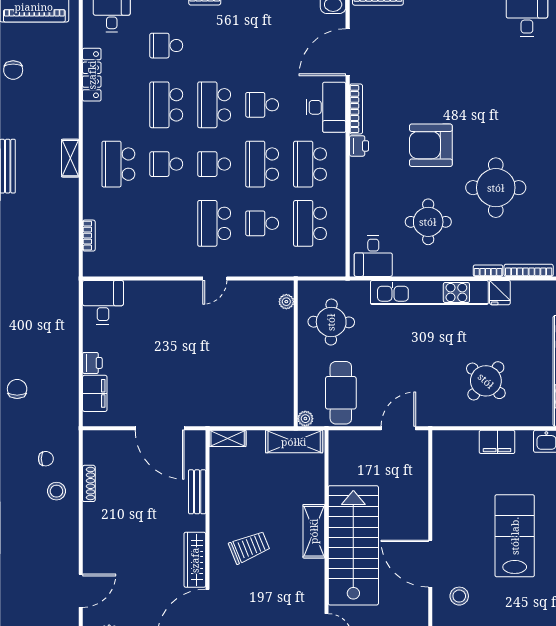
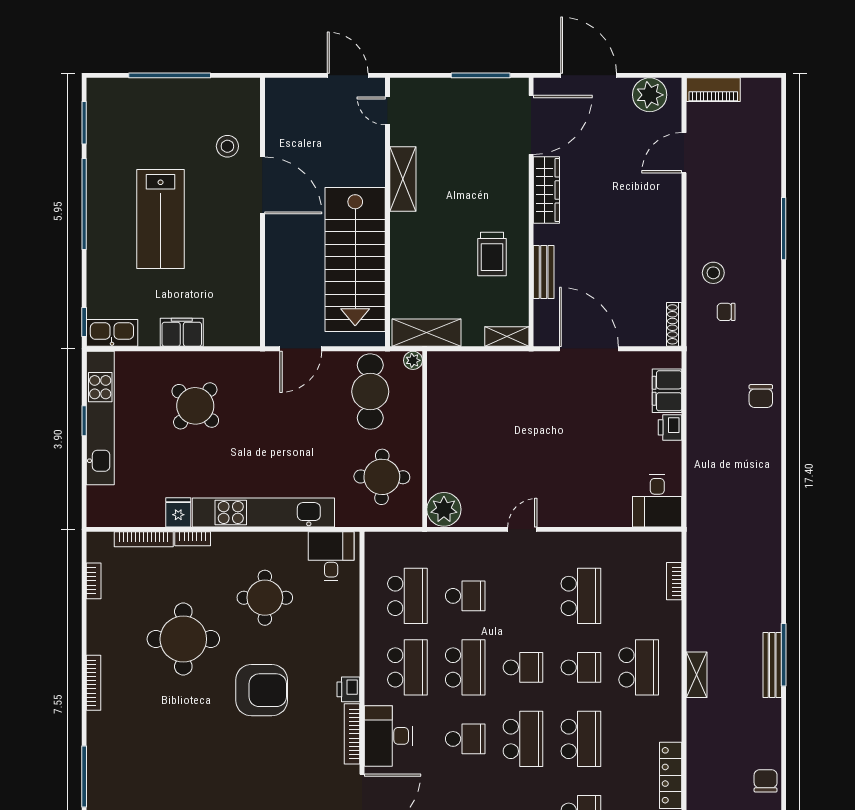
school desk: (214, 223) -> (581, 596), moved
plant: (286, 302) -> (444, 509), width x1.88, depth x1.88
shoe rack: (89, 483) -> (674, 324), moved
shelving: (314, 531) -> (403, 179), moved
stairs: (353, 545) -> (355, 260), moved
trolley: (249, 547) -> (492, 254), moved, turned -68

